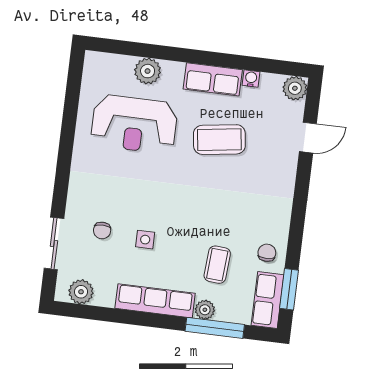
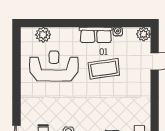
plant: (148, 71) -> (43, 35), moved
reception desk: (134, 124) -> (54, 66), turned 180

